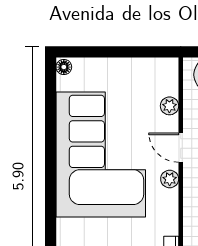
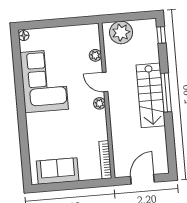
corner sofa: (101, 155) -> (44, 81), width x0.73, depth x0.74

